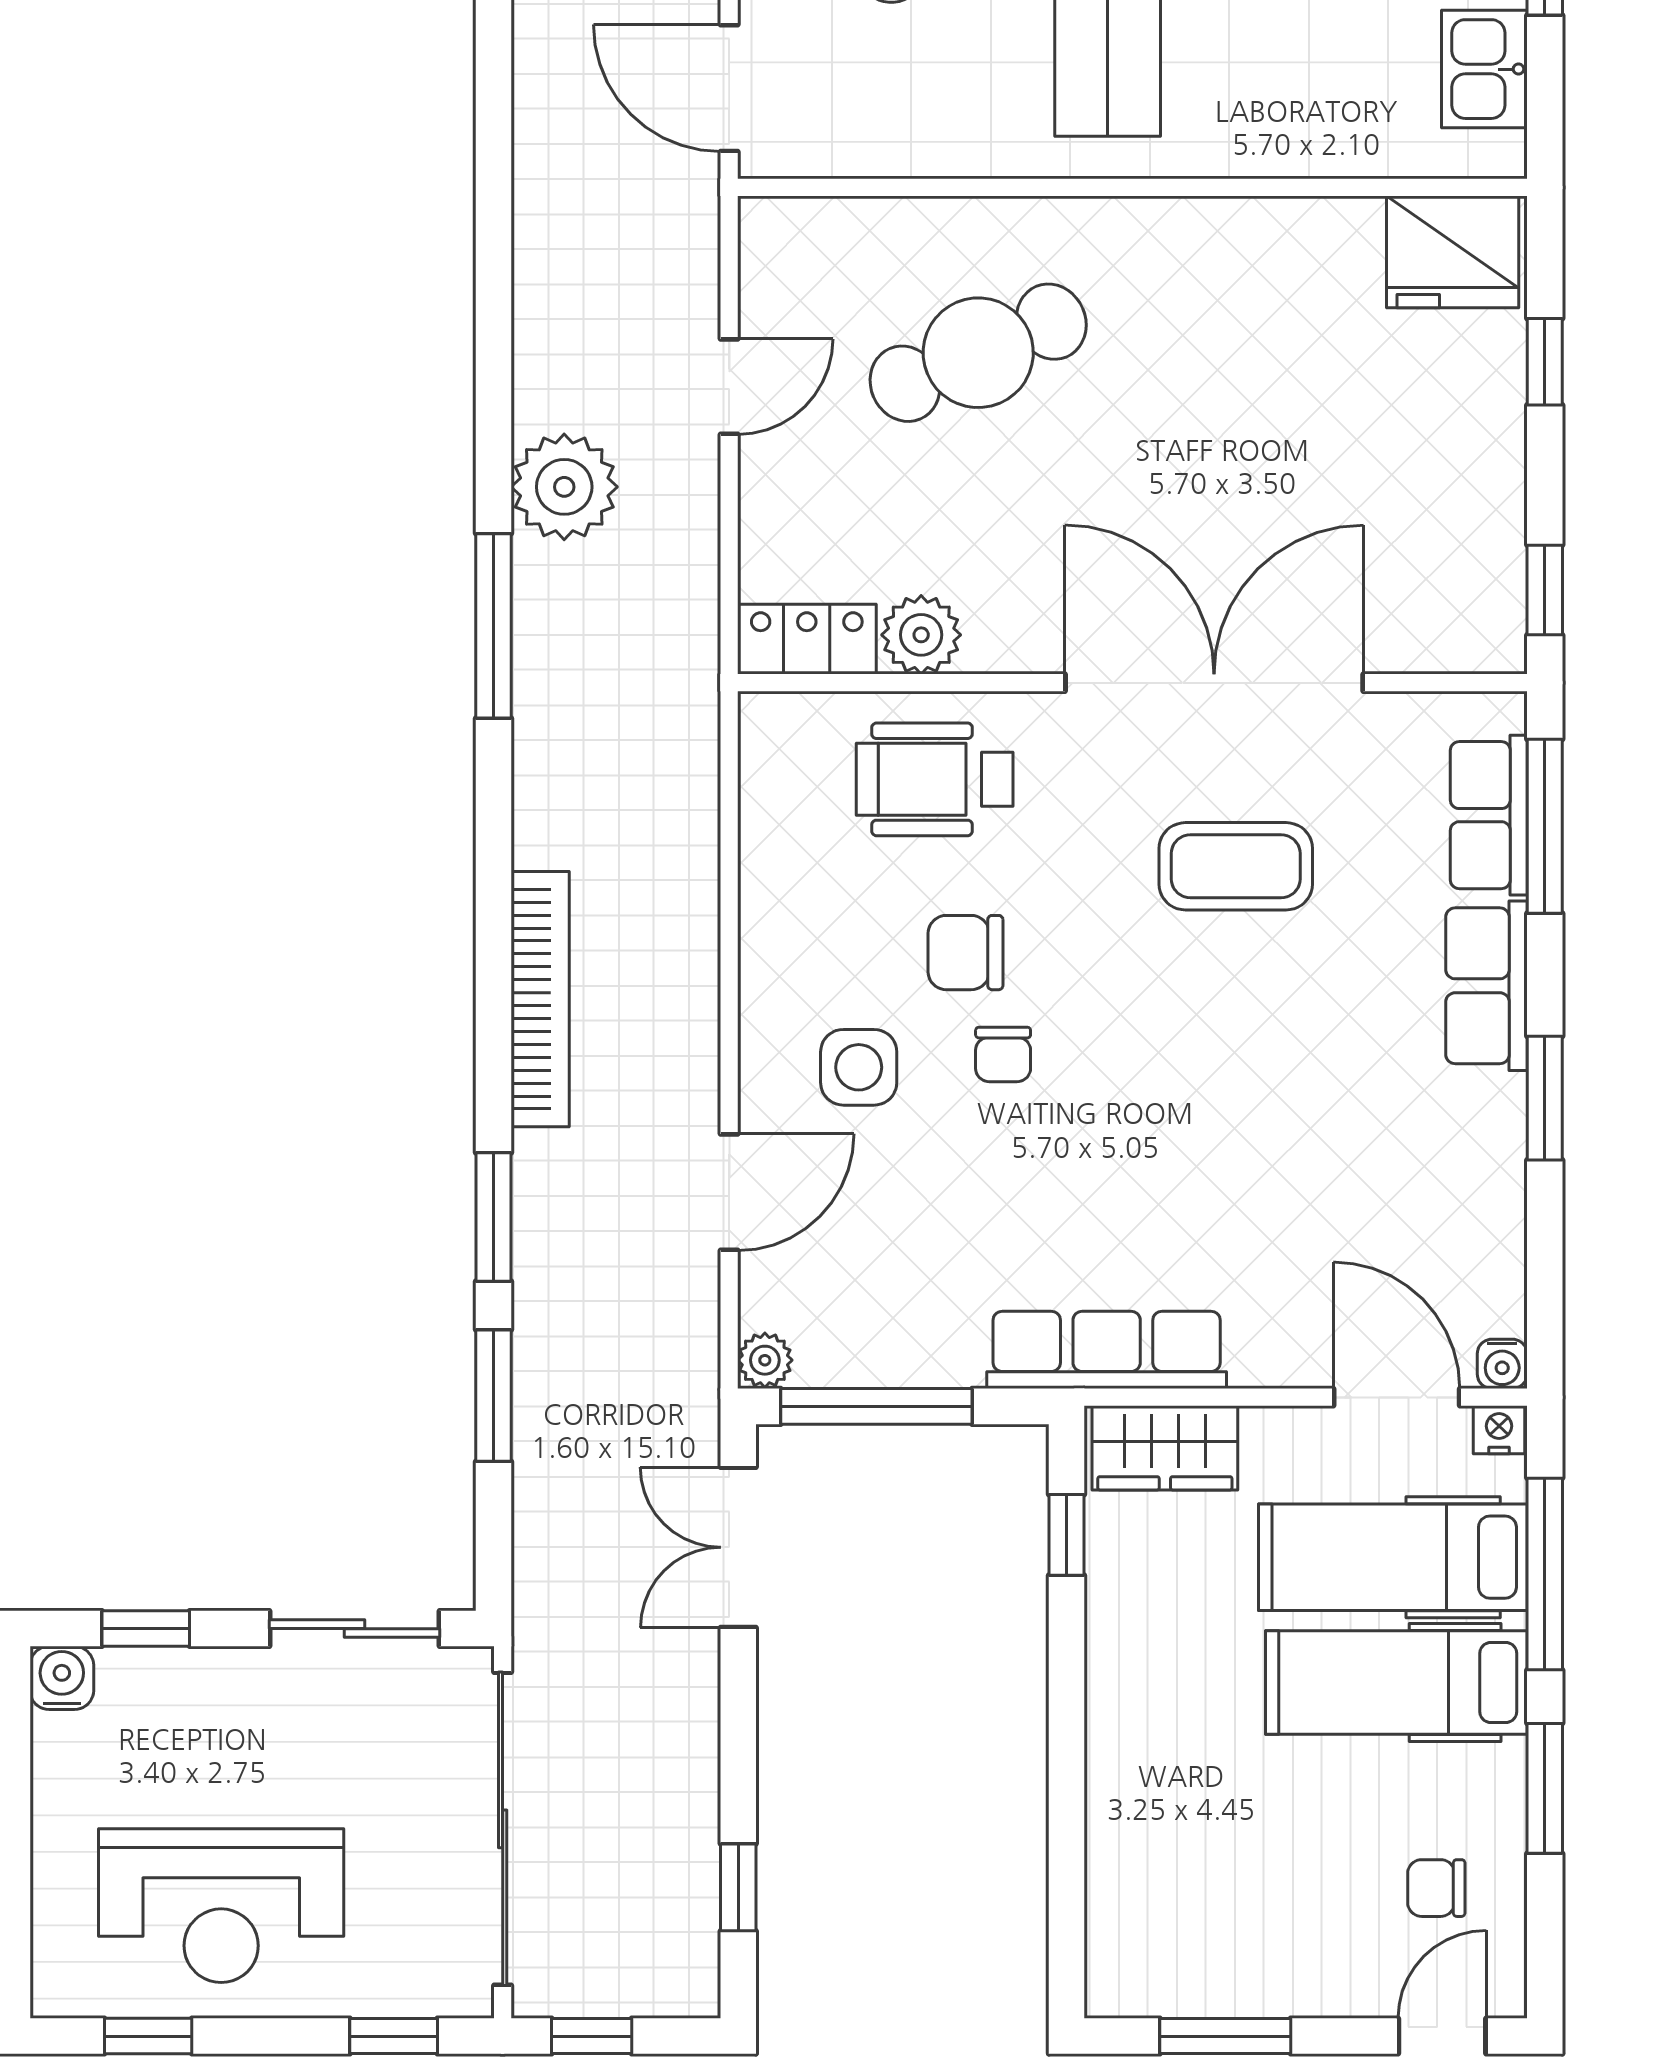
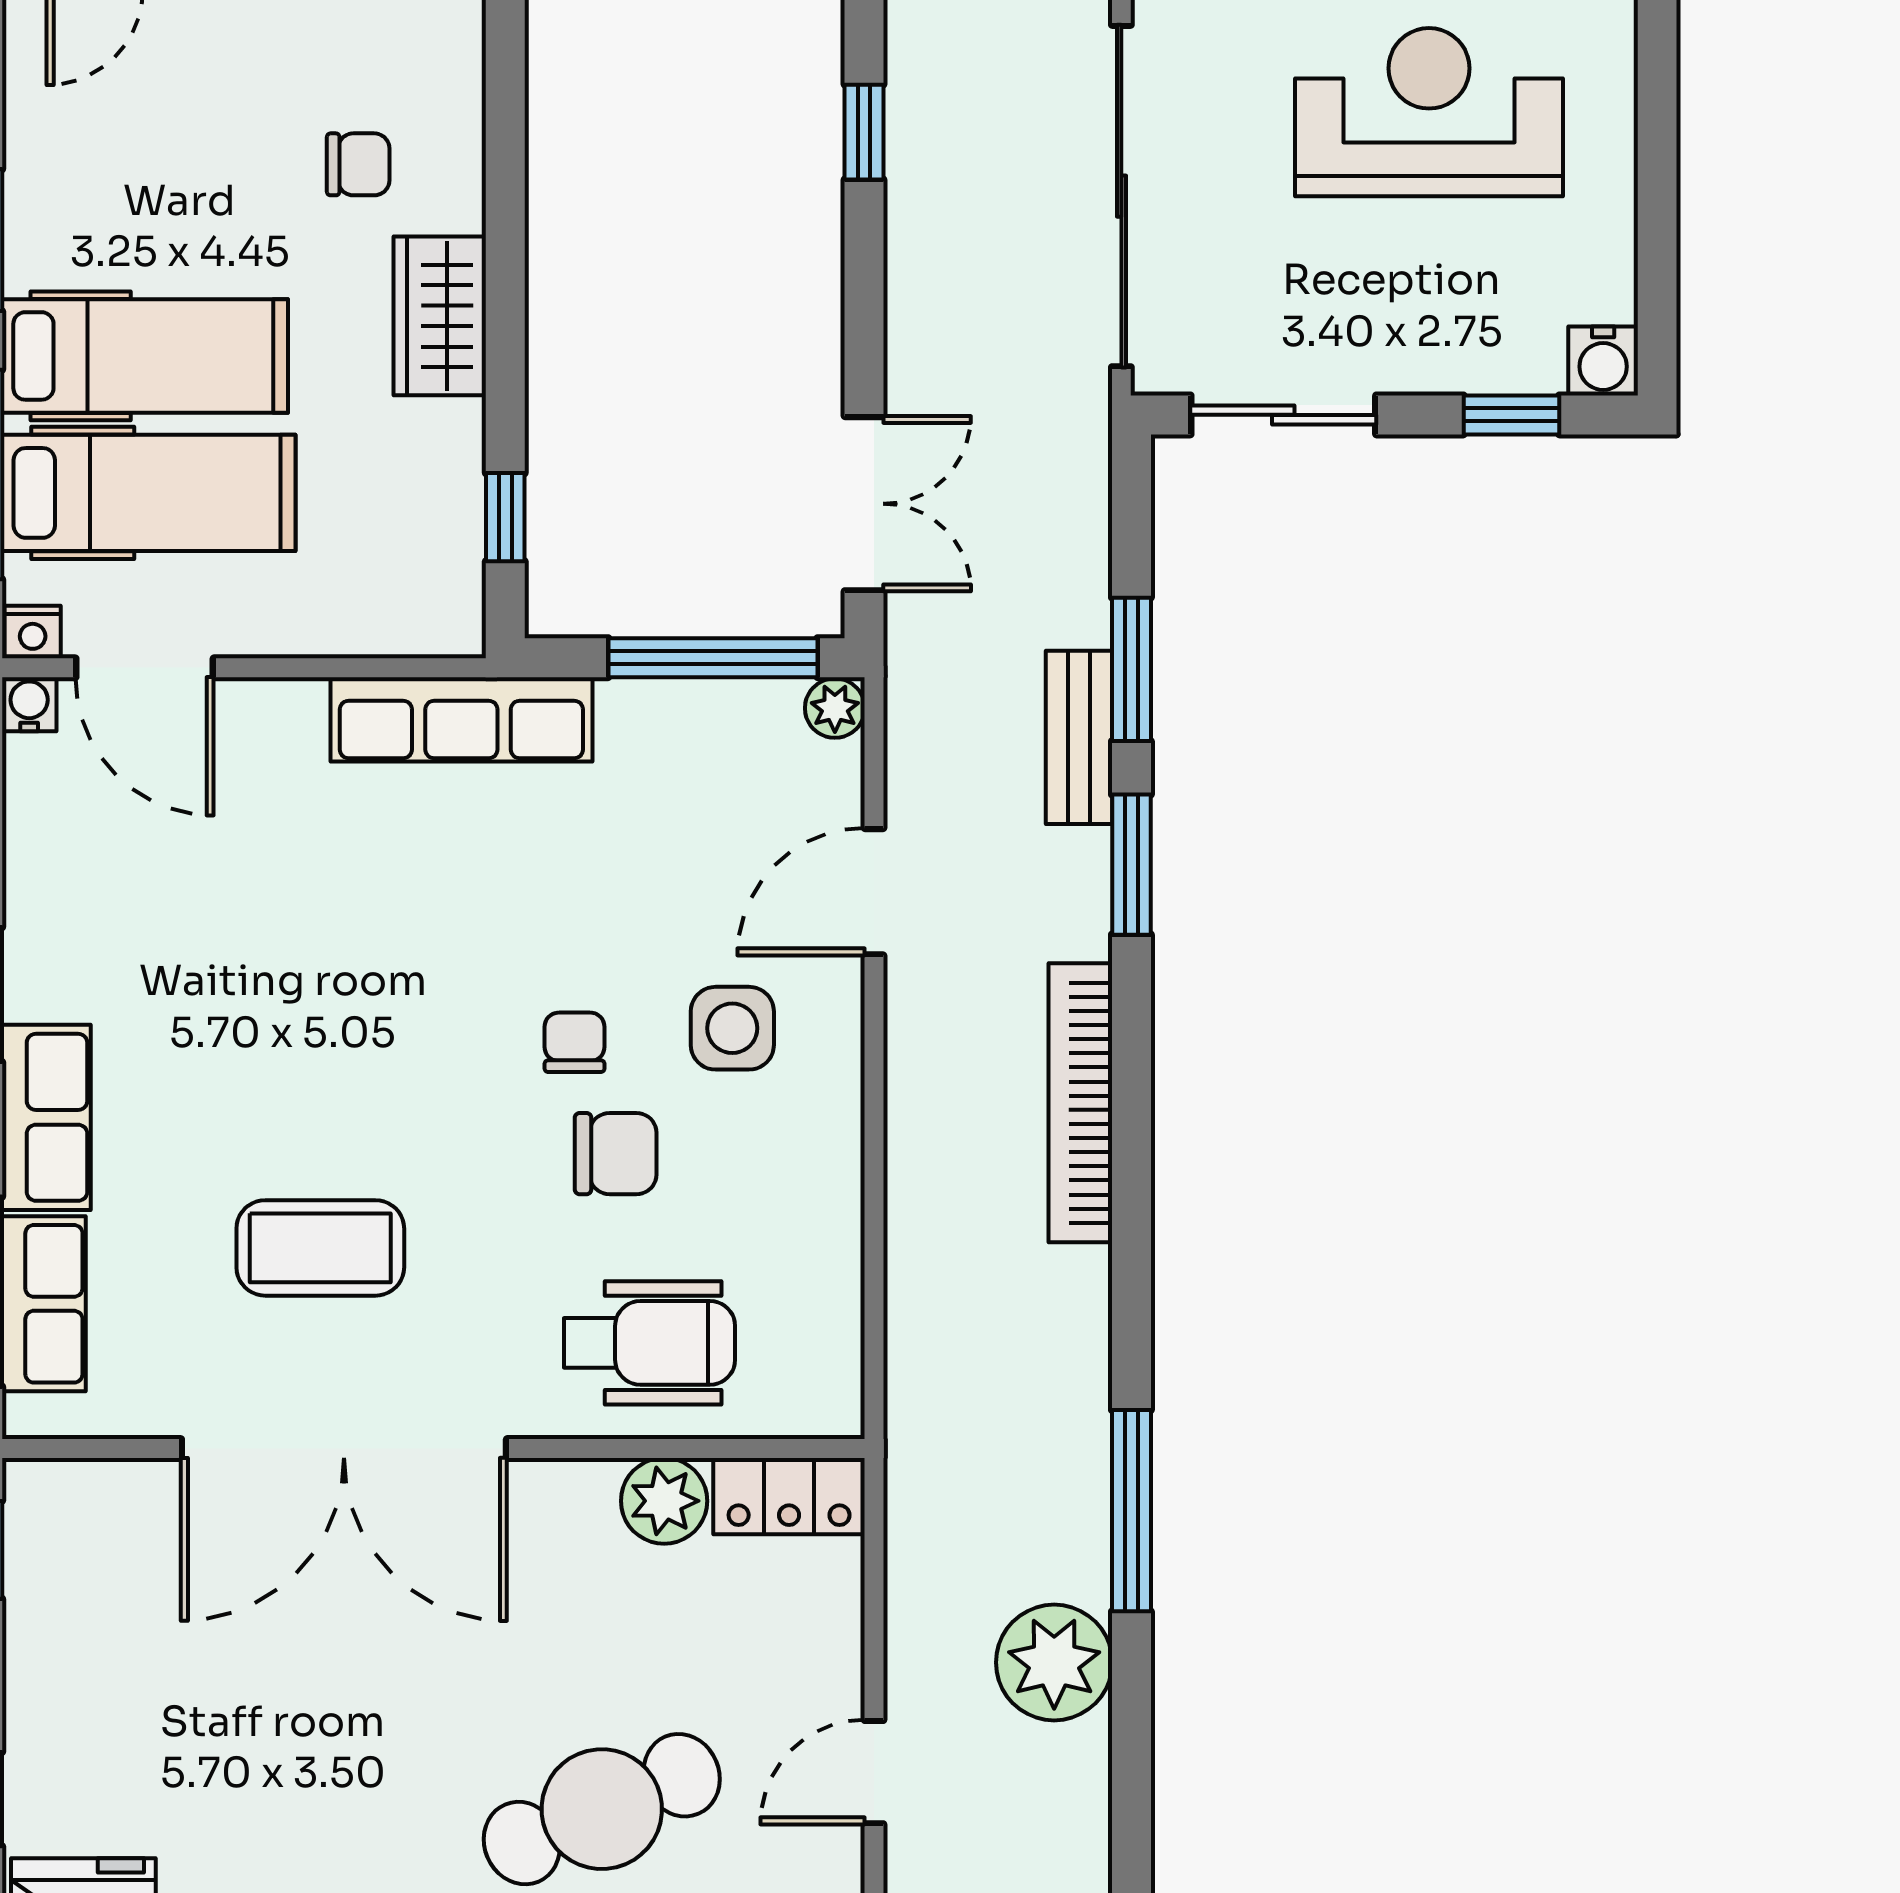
bench: (541, 1333) -> (1079, 737), added
wardrobe: (1165, 1448) -> (440, 316), moved, turned -90
chair: (1436, 1888) -> (358, 164), moved

